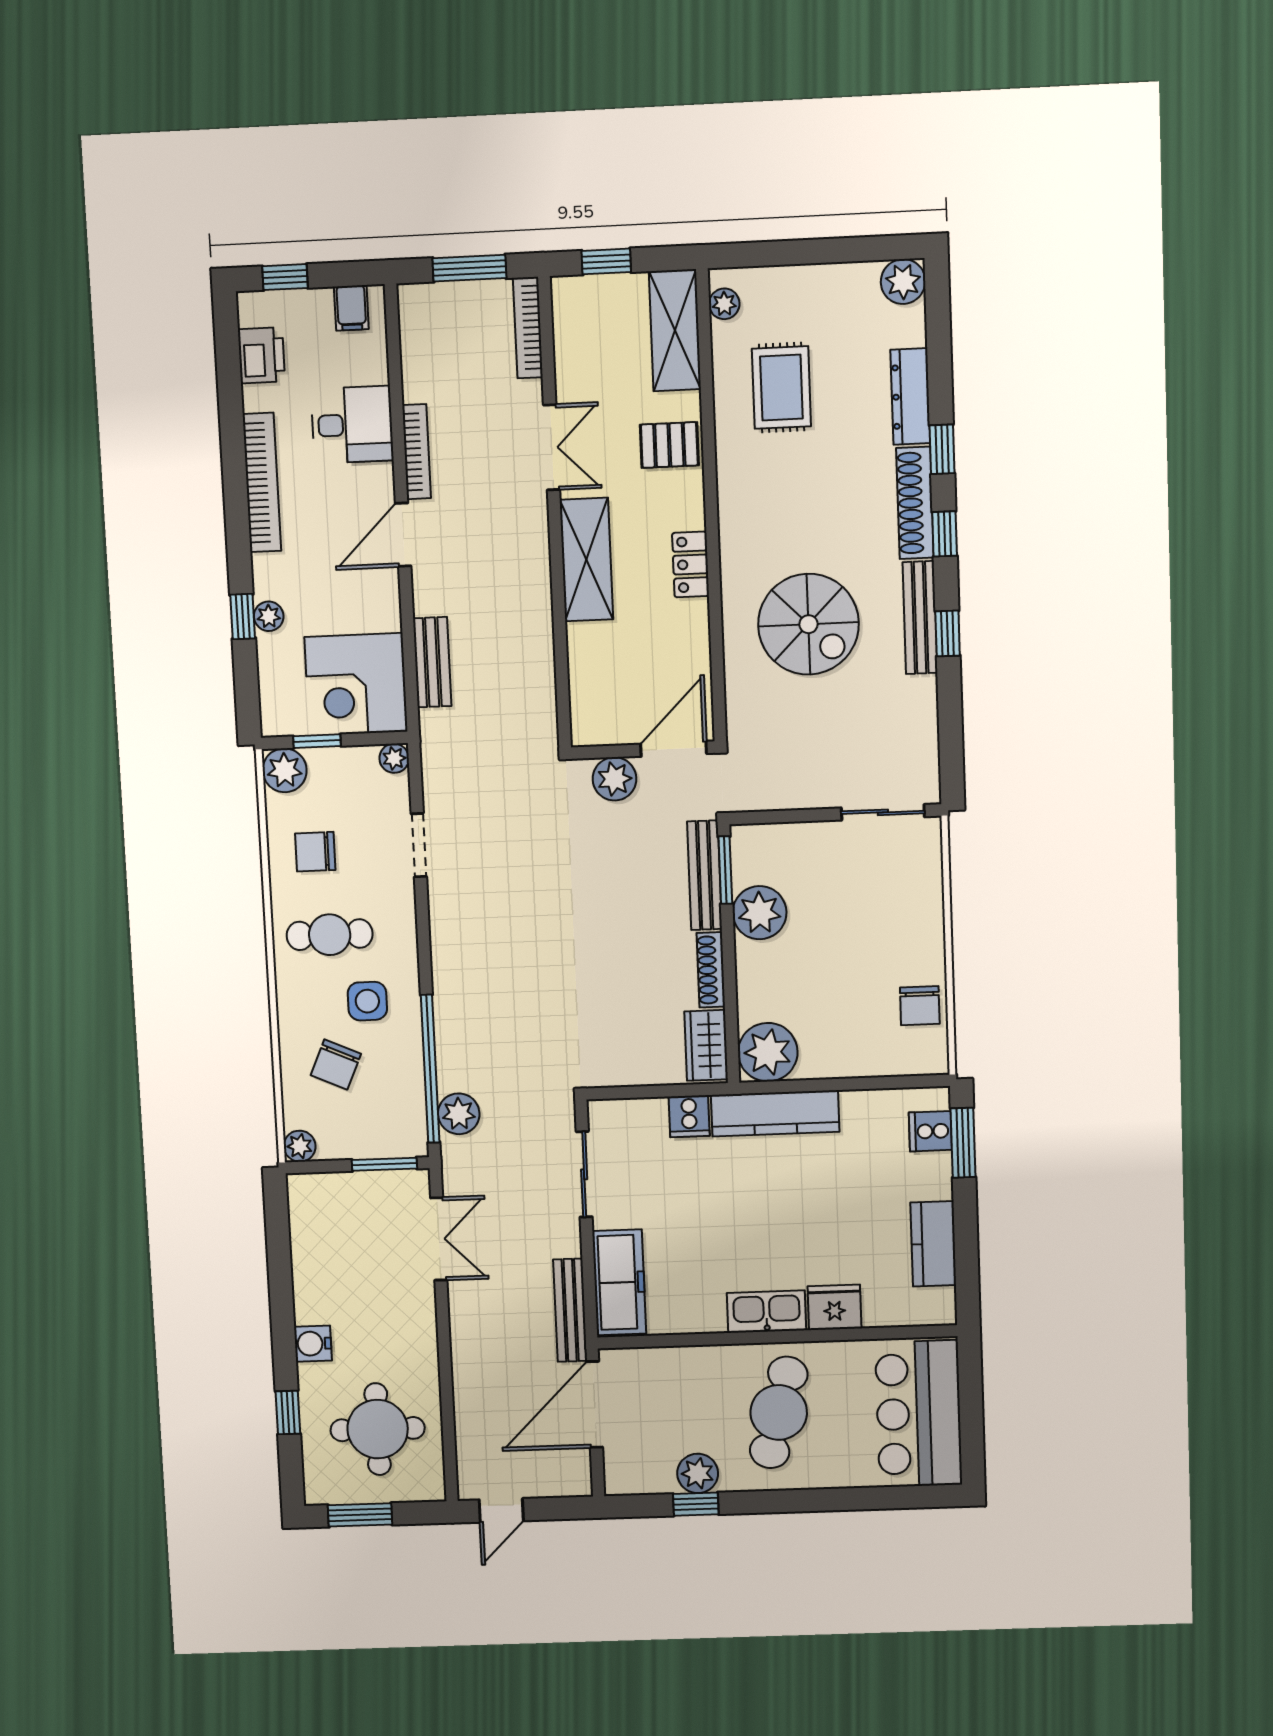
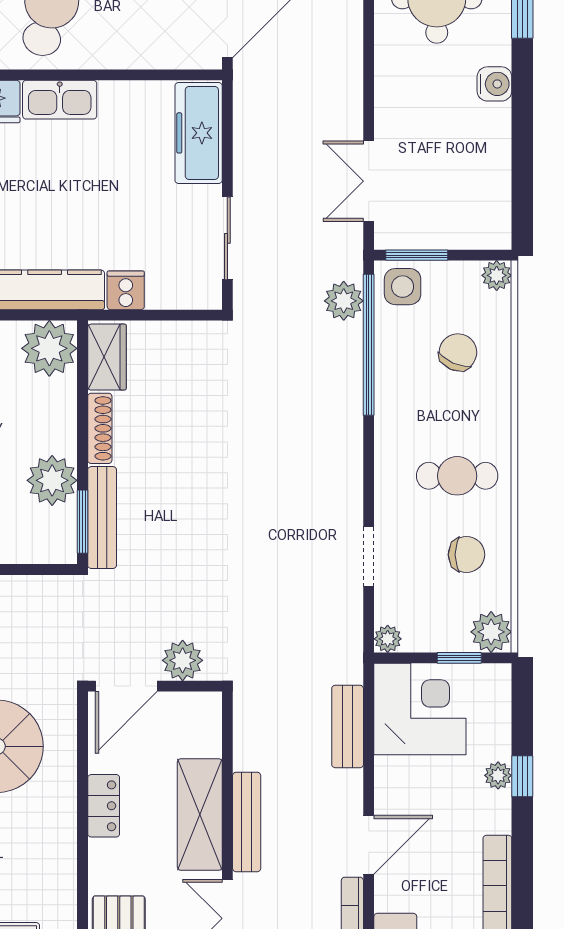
door: (674, 749) -> (126, 686), moved
wall: (643, 750) -> (155, 686), moved
plant: (614, 779) -> (183, 660), moved
side table: (367, 1001) -> (403, 287), moved
bench: (570, 1310) -> (247, 822), moved

